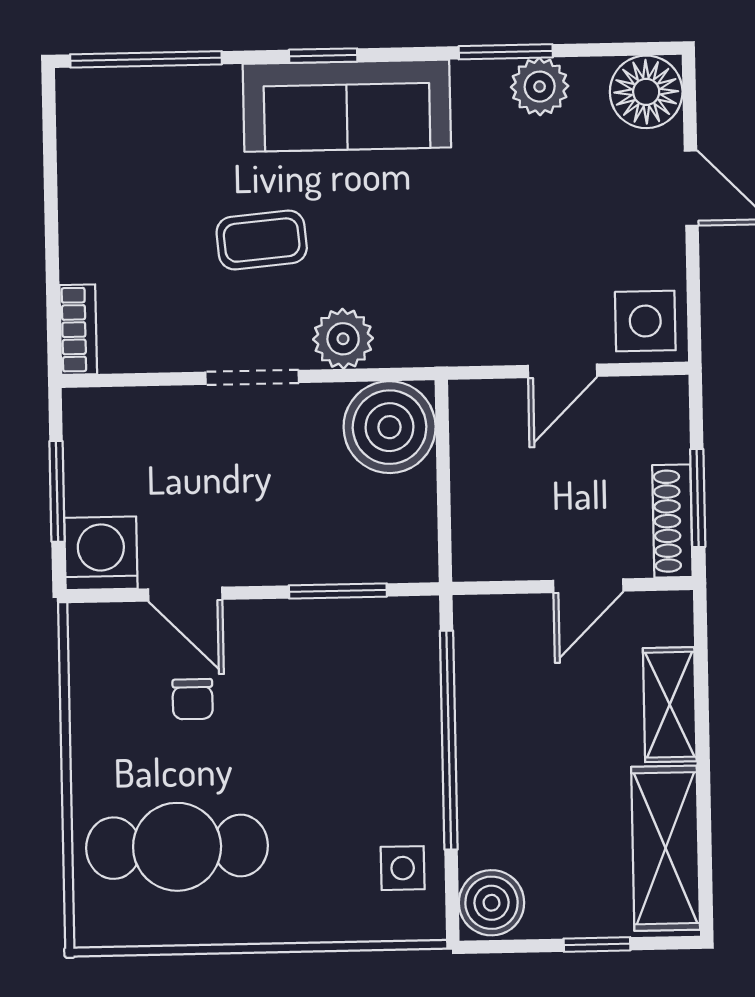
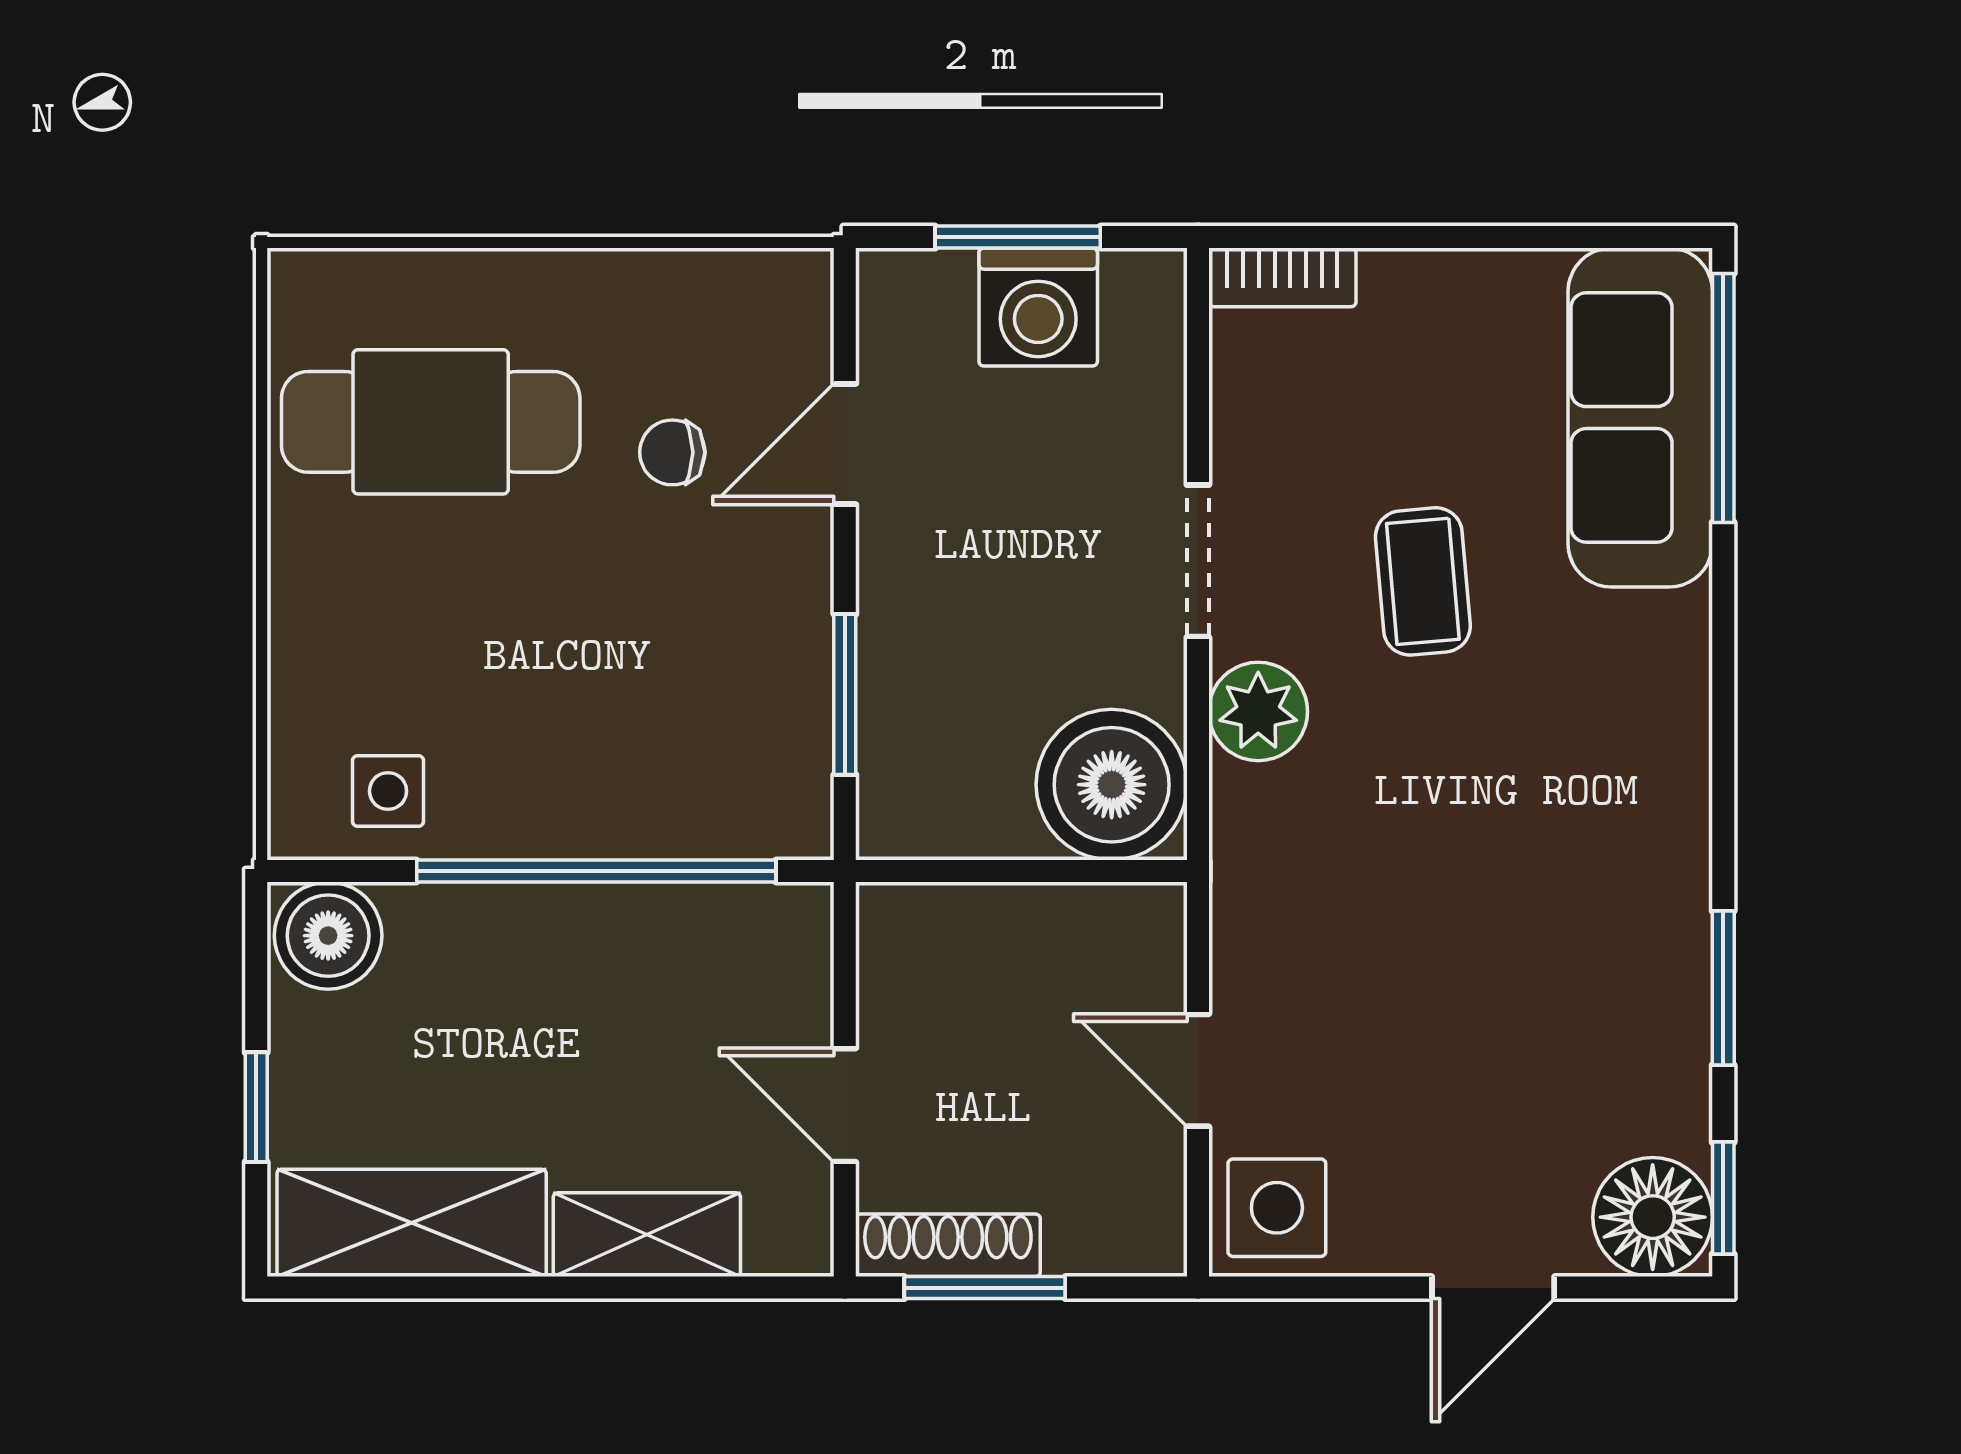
window: (323, 56) -> (1723, 1198), moved
plant: (540, 87) -> (1665, 1042), removed
sofa: (347, 106) -> (1640, 418), moved
washing machine: (101, 553) -> (1038, 307), moved, turned 90
cafe table: (177, 847) -> (431, 422), turned 90

